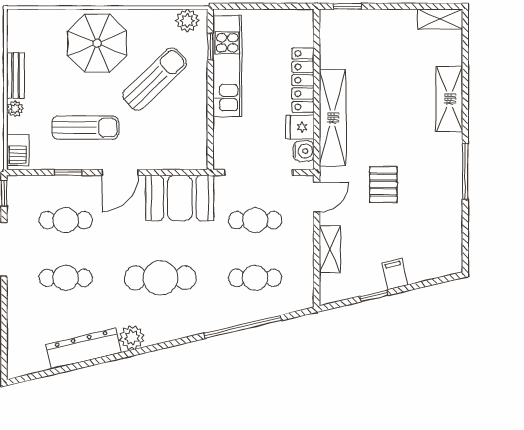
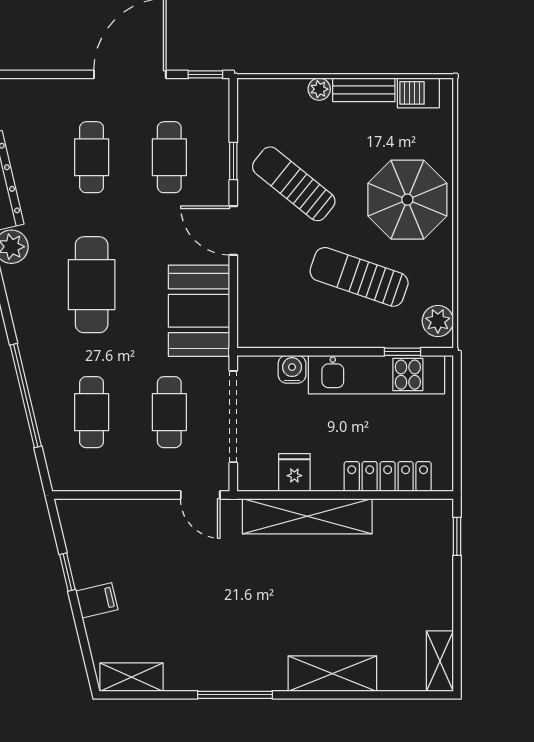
sun lounger: (155, 79) -> (359, 277), turned 153
locker: (303, 80) -> (388, 477), moved
sun lounger: (85, 128) -> (294, 184), turned 129
barbecue: (18, 150) -> (418, 93), moved
water cooler: (304, 151) -> (292, 369), moved, turned 180
pallet: (383, 184) -> (217, 585), removed
shelving: (330, 249) -> (131, 677), moved

